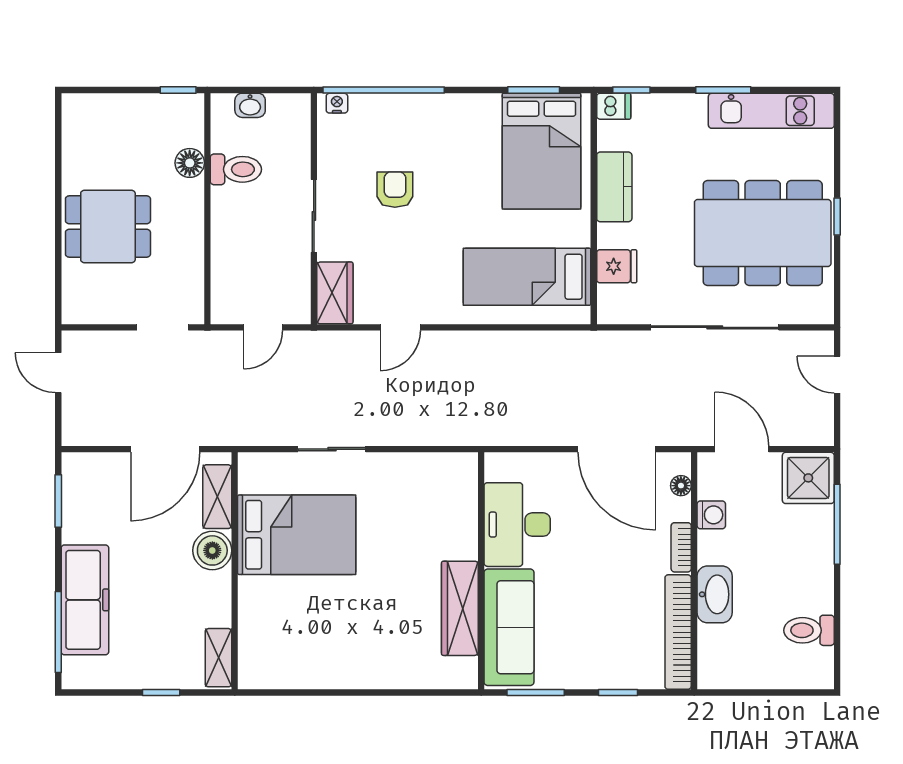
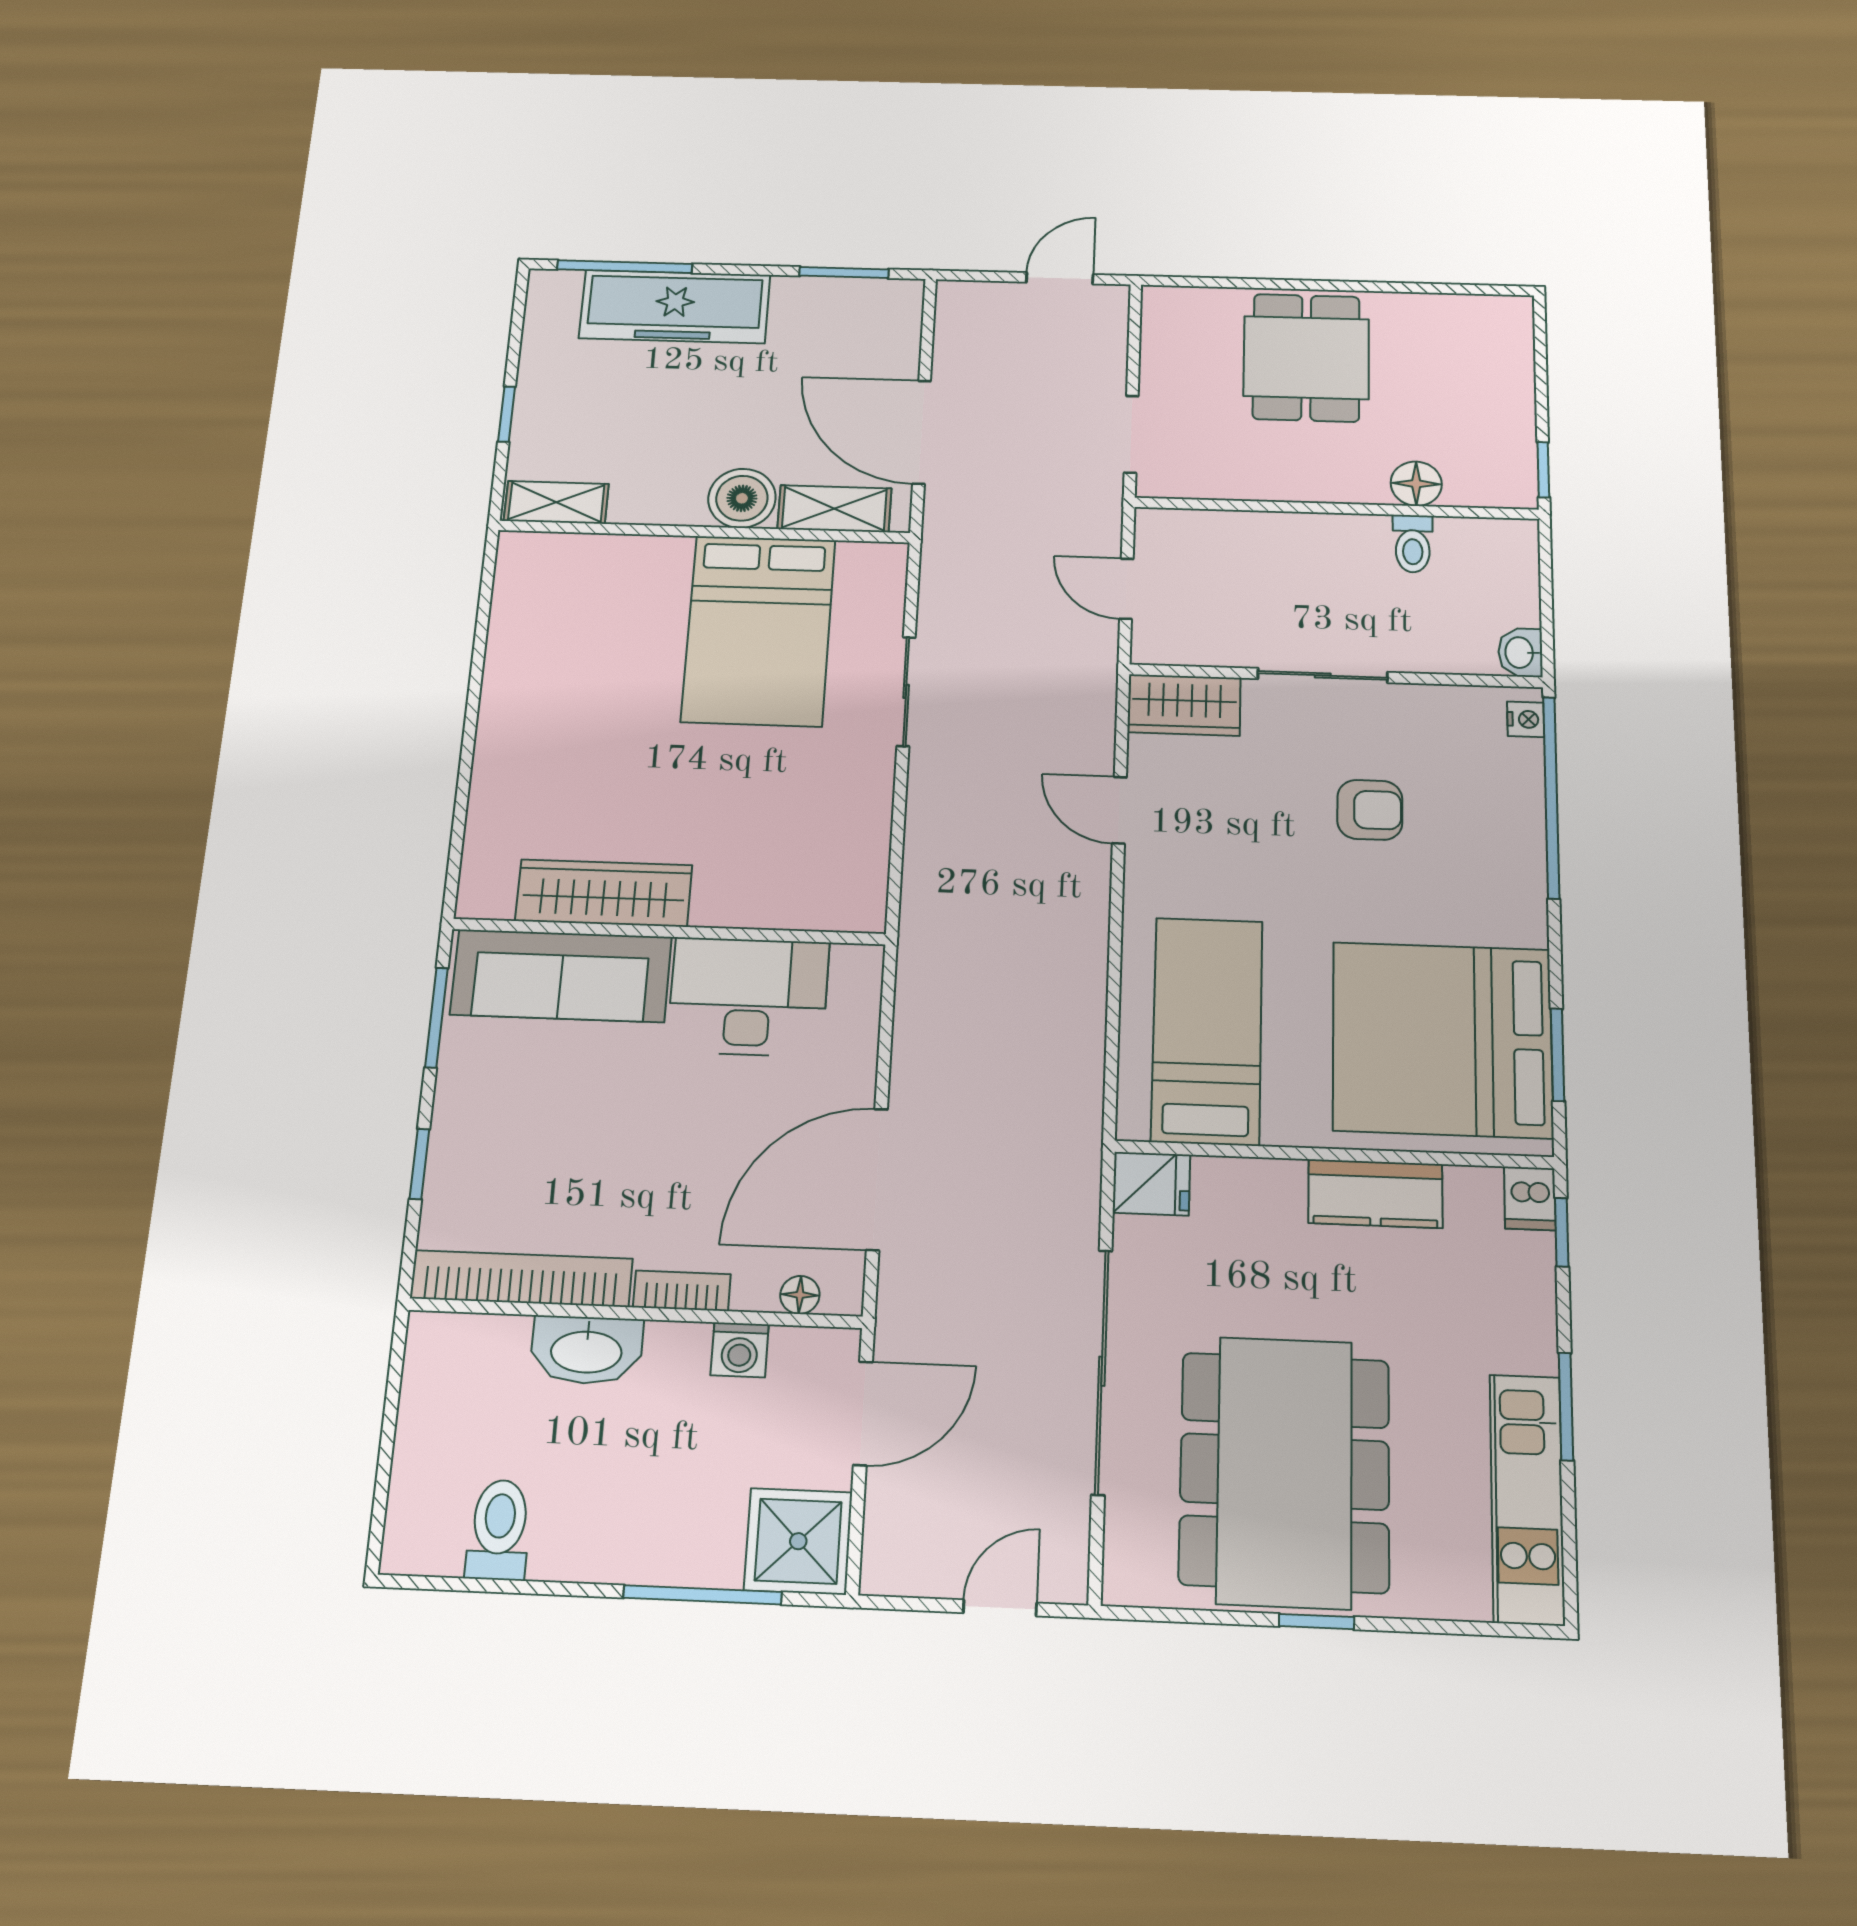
washbasin: (250, 105) -> (1520, 653), moved
bed: (541, 151) -> (1442, 1039), width x1.36
toilet: (236, 169) -> (1413, 544), width x0.73, depth x0.72
fridge: (617, 266) -> (1151, 1184), moved, turned -90

